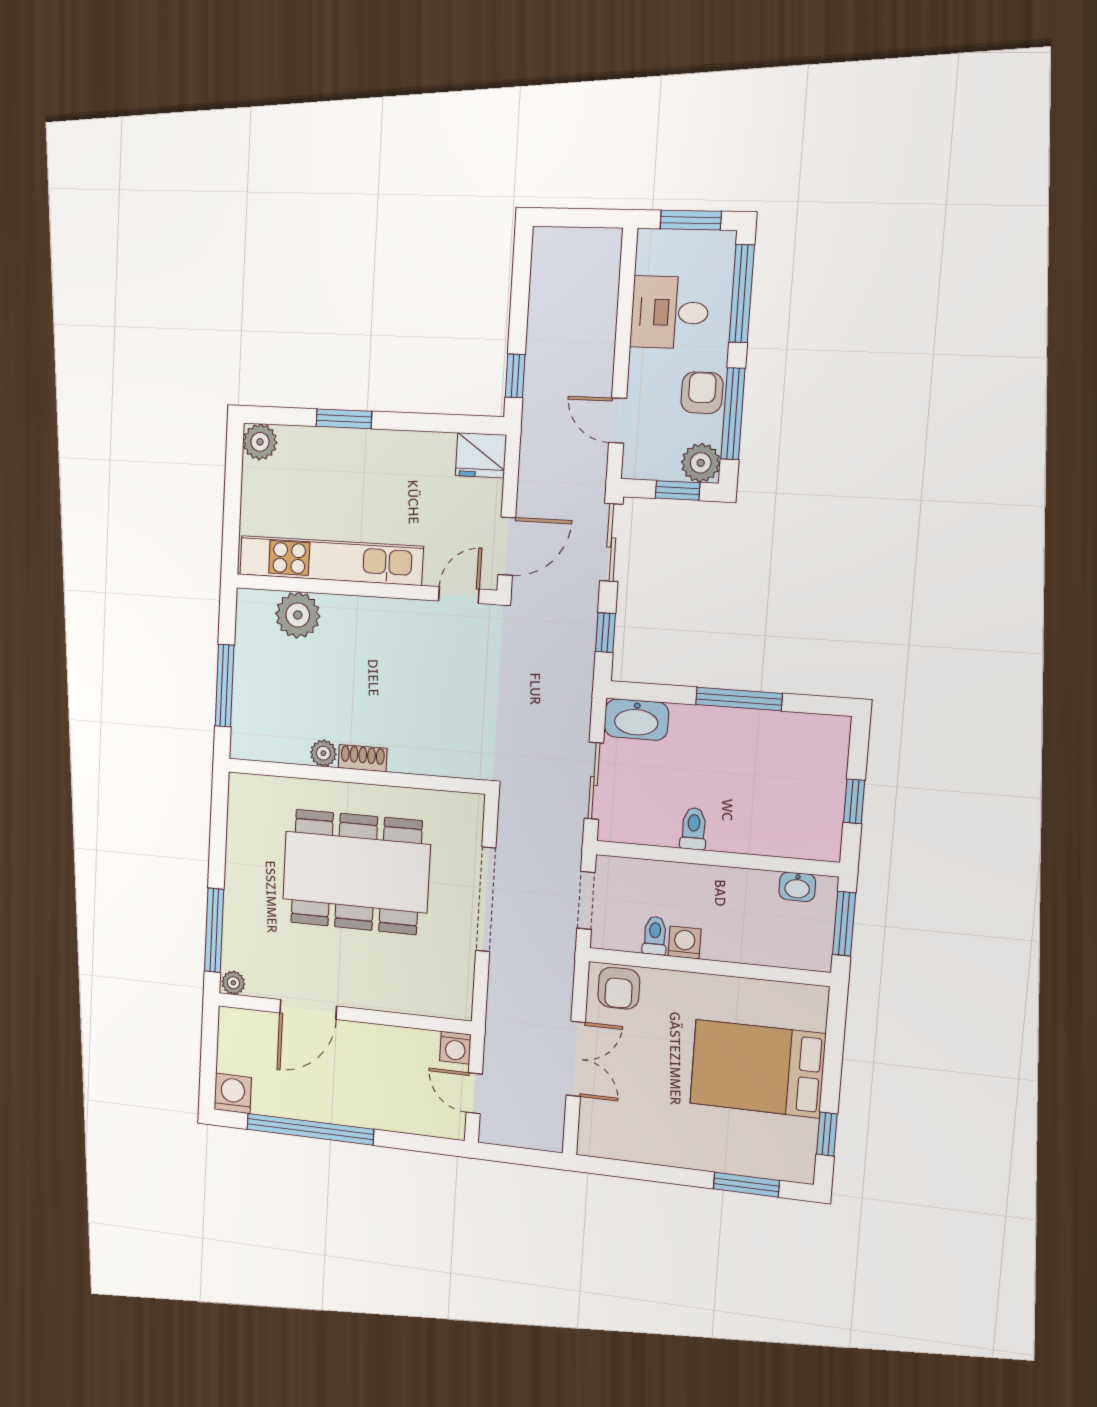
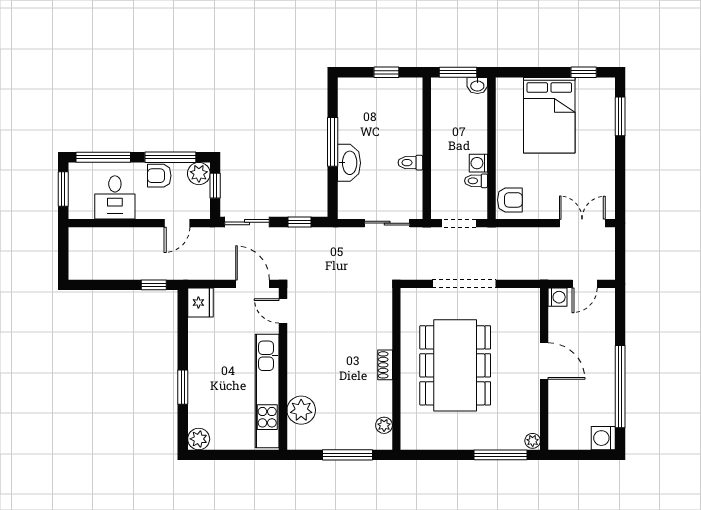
washbasin: (636, 720) -> (349, 163), moved
plant: (323, 753) -> (384, 425), moved
washbasin: (797, 887) -> (477, 85), moved, turned 90
door: (308, 1010) -> (544, 361), moved
double door: (576, 1059) -> (582, 223), moved

